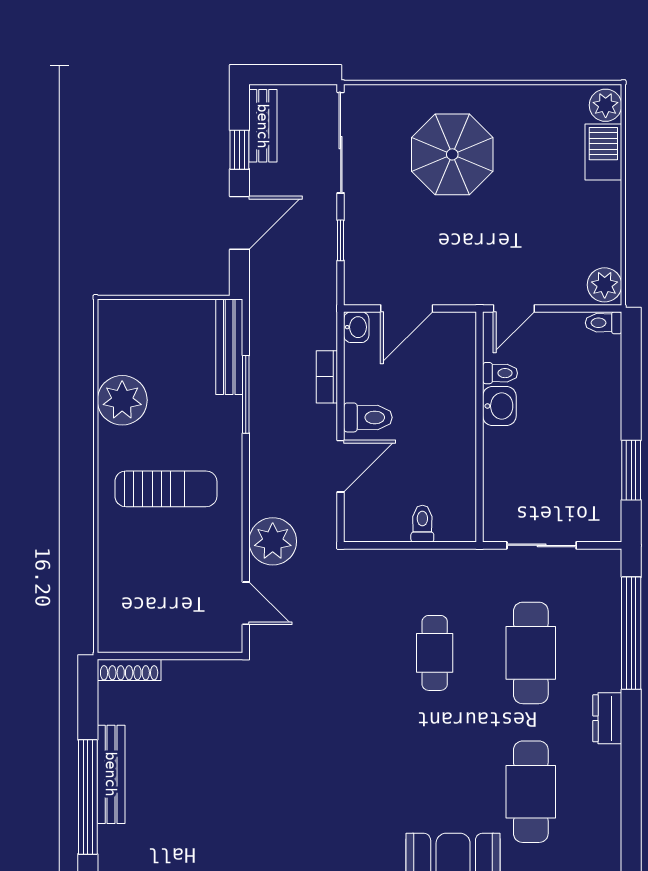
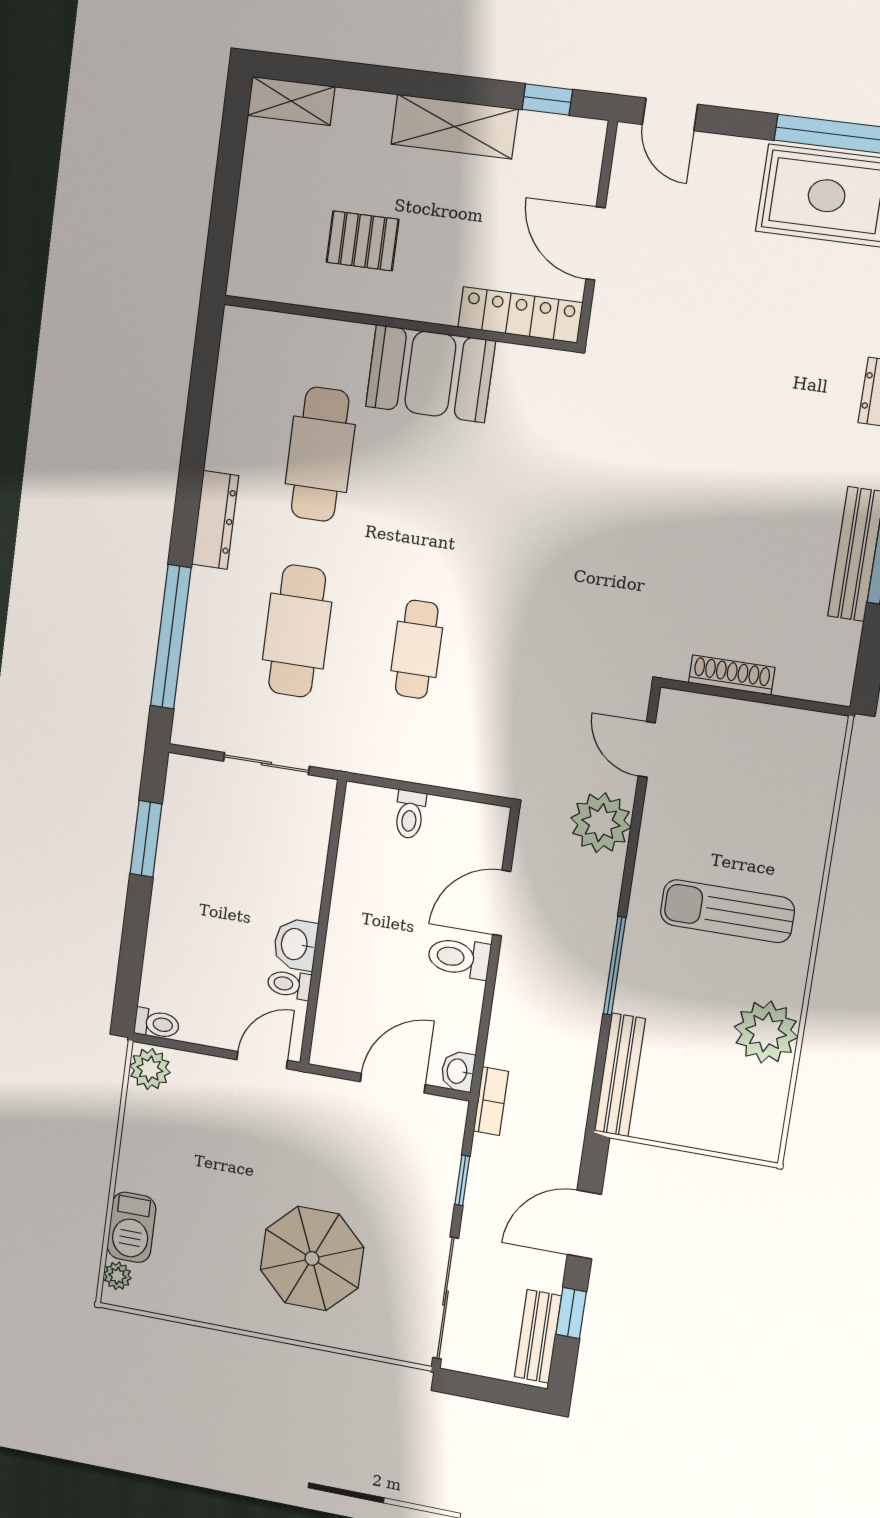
plant: (606, 105) -> (117, 1276), width x0.73, depth x0.73
bookcase: (327, 377) -> (491, 1101), moved
window: (246, 394) -> (615, 966), moved
shoe rack: (129, 670) -> (732, 675), moved
dresser: (607, 718) -> (215, 520), width x1.44

